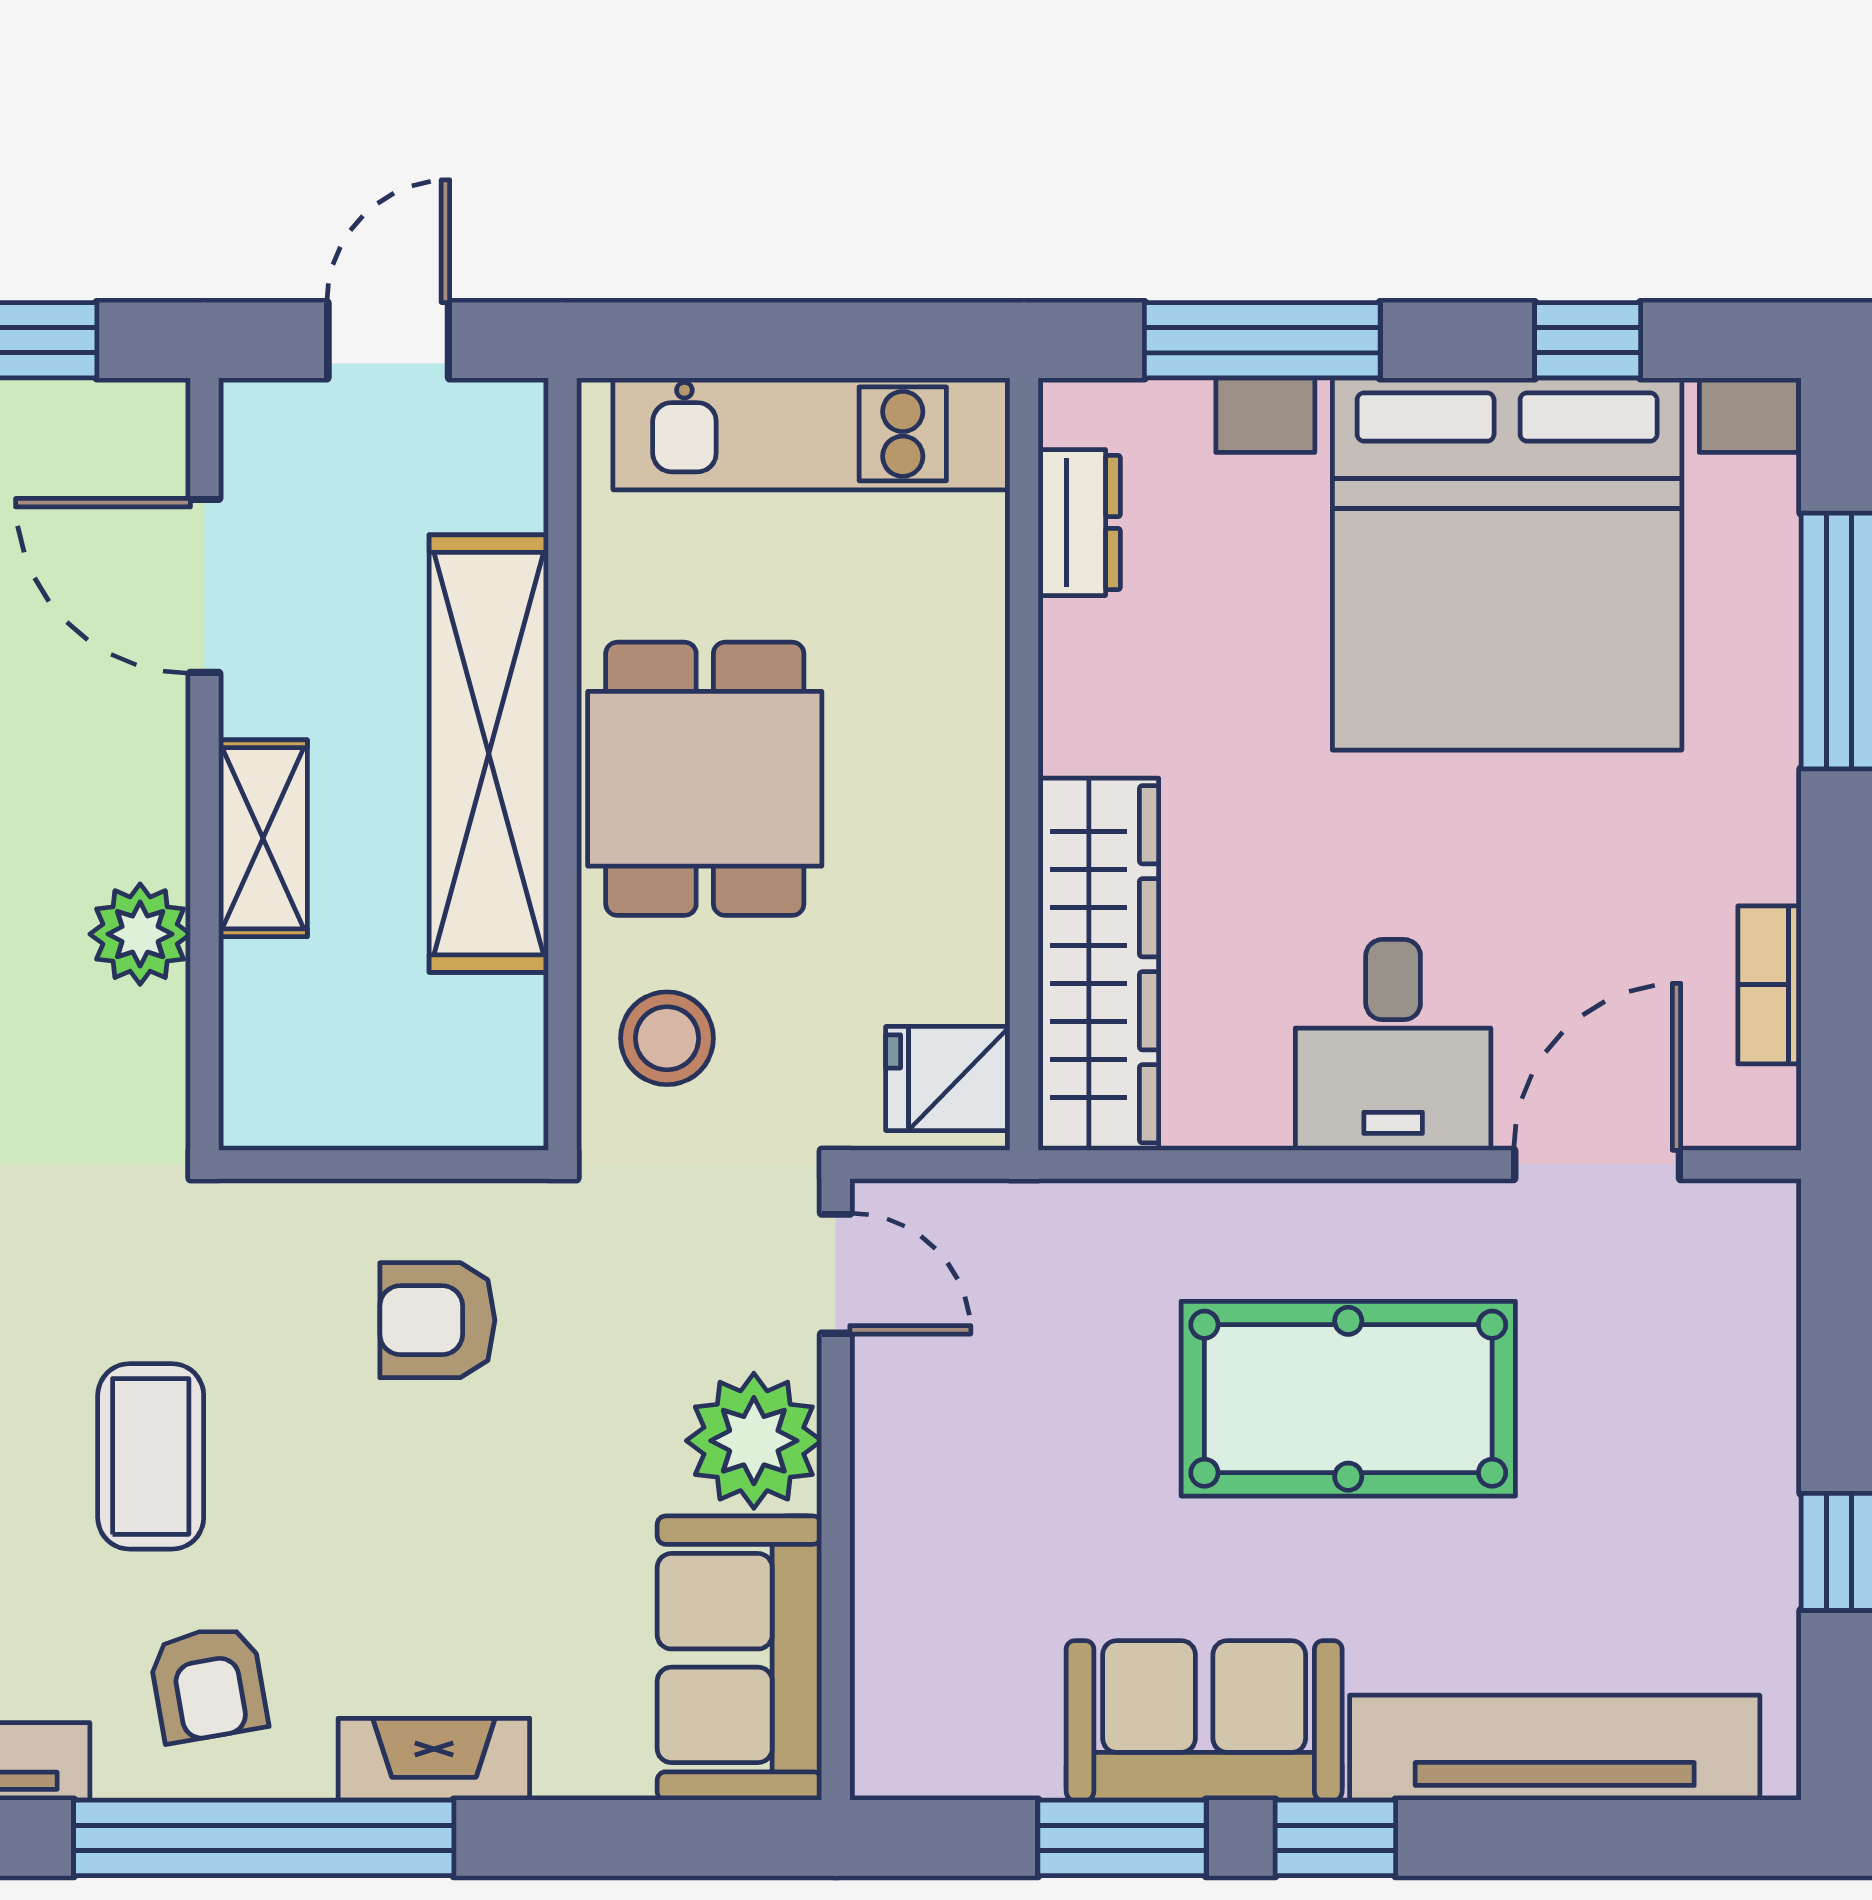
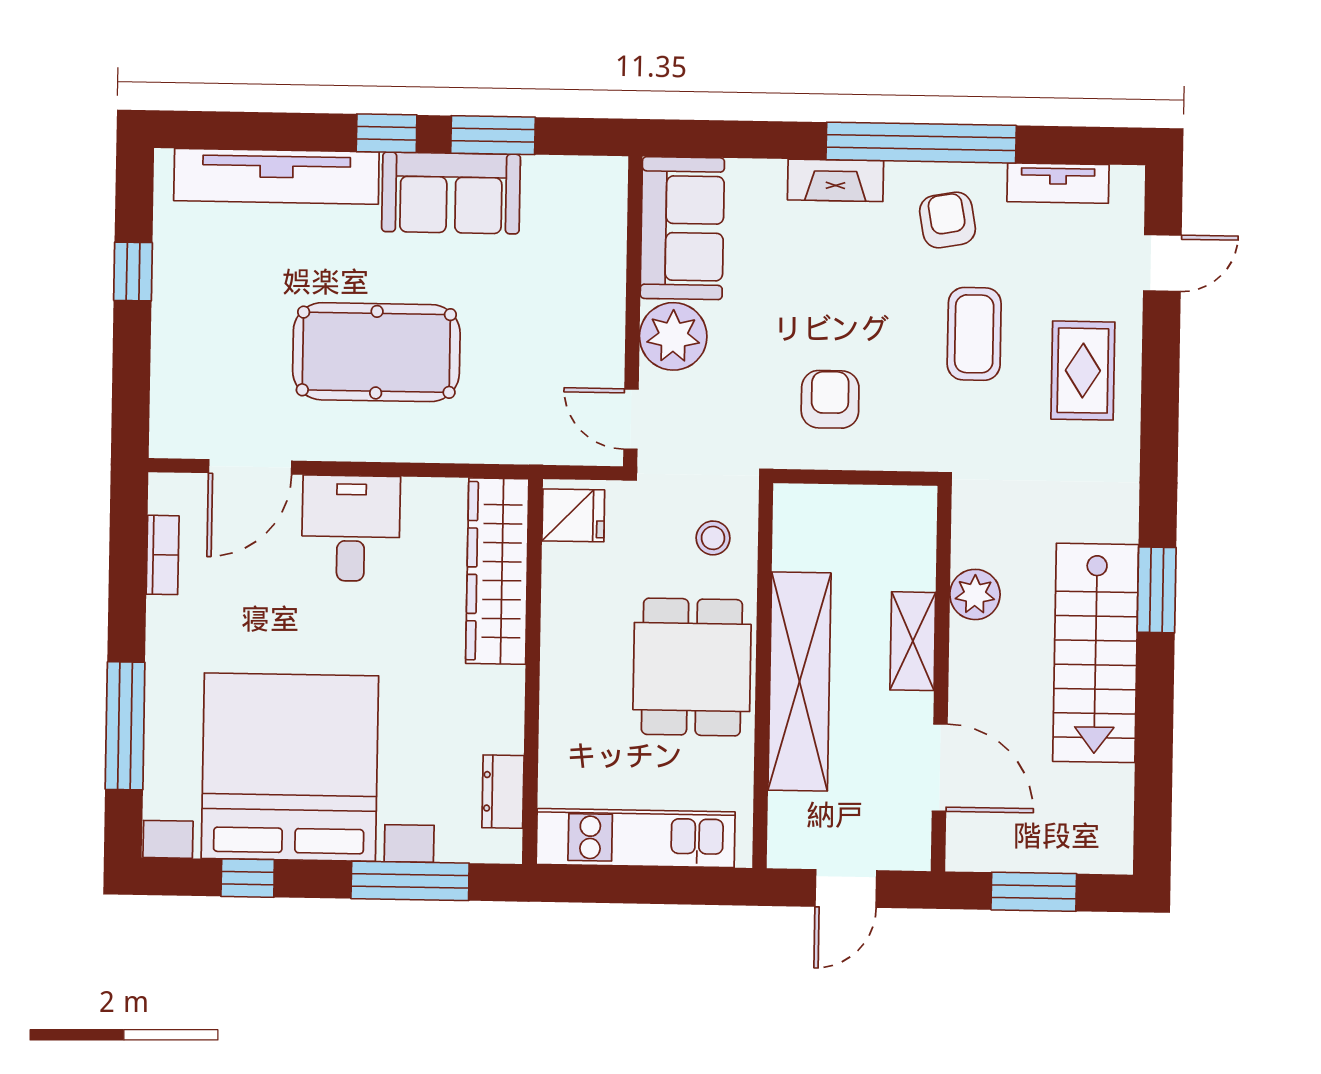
stool: (667, 1038) -> (713, 538), width x0.73, depth x0.73
armchair: (437, 1320) -> (830, 399), turned -90

